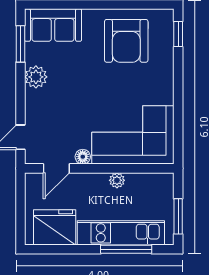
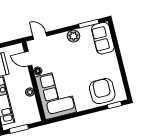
armchair: (126, 41) -> (102, 91), moved, turned 90

